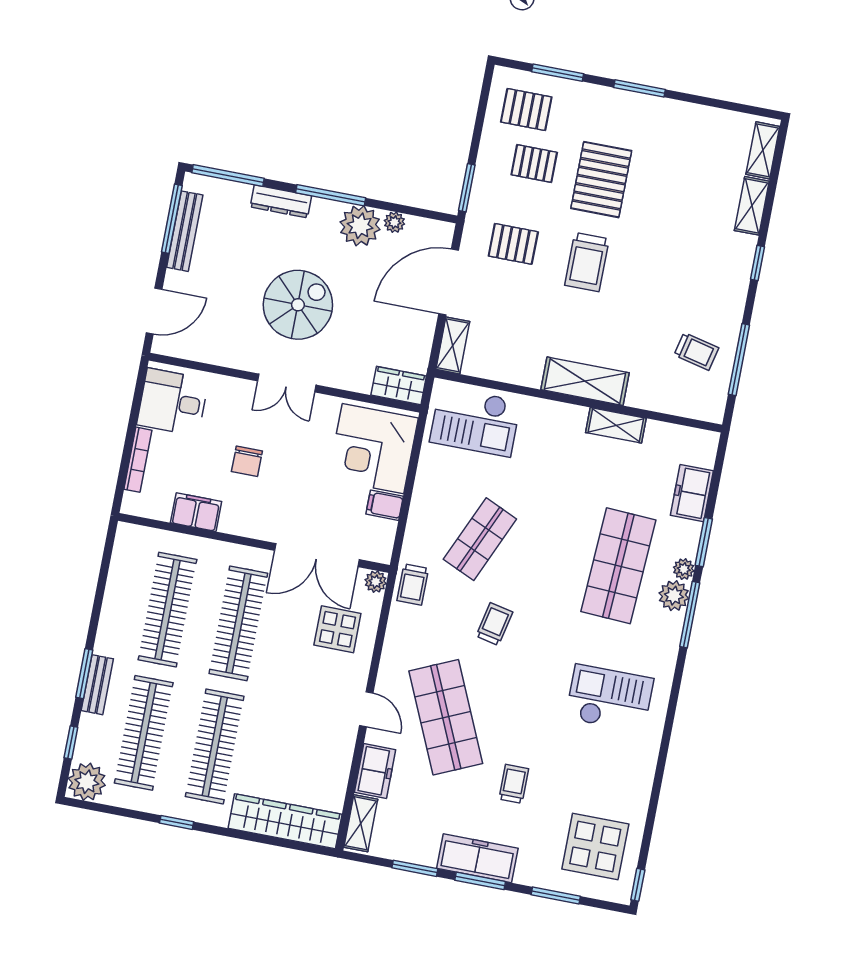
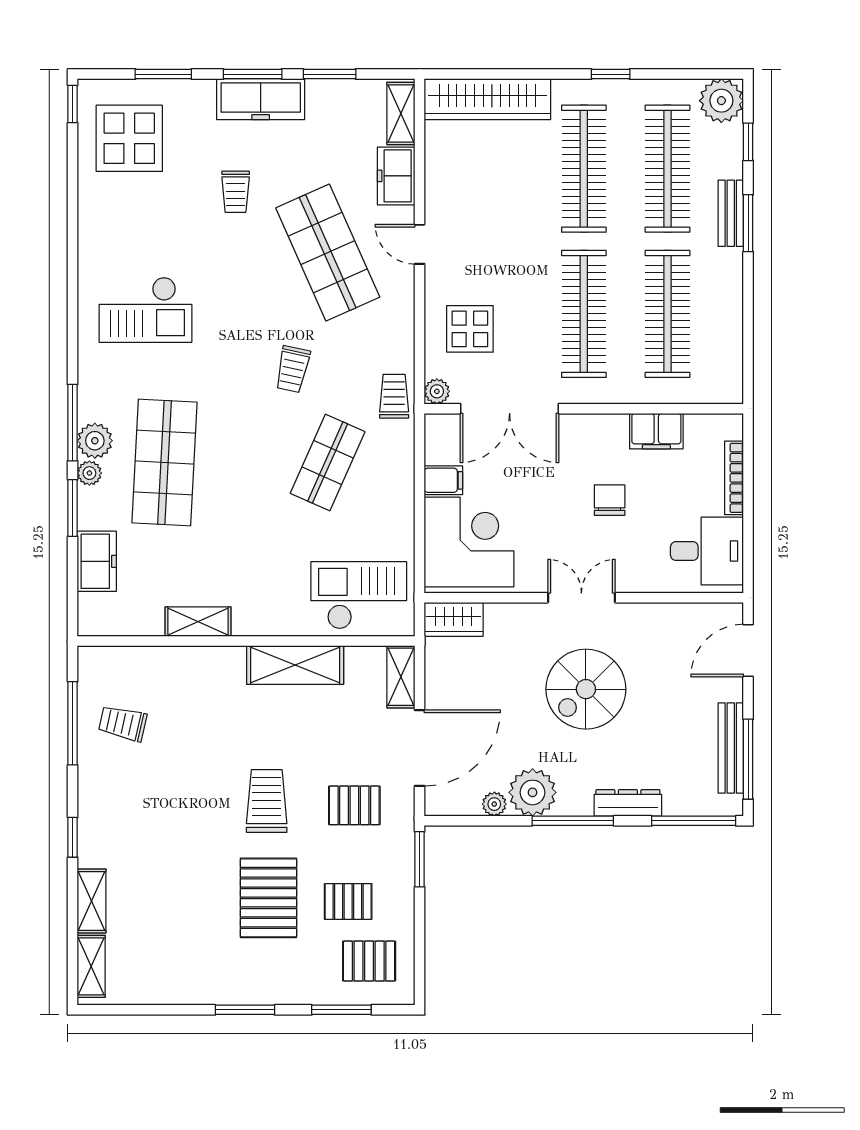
shelving: (585, 381) -> (295, 665), moved
double door: (317, 555) -> (510, 409), swing flipped

